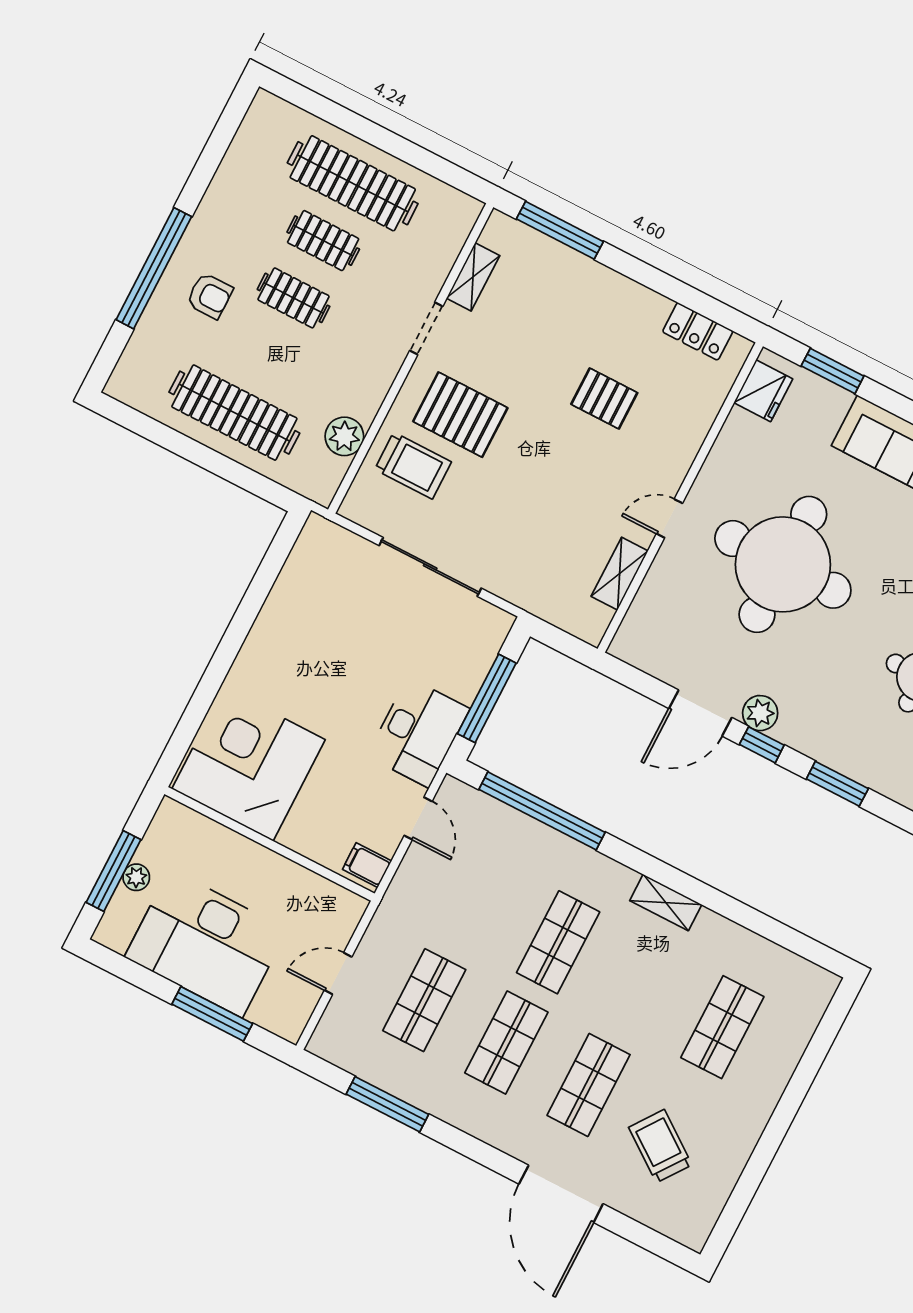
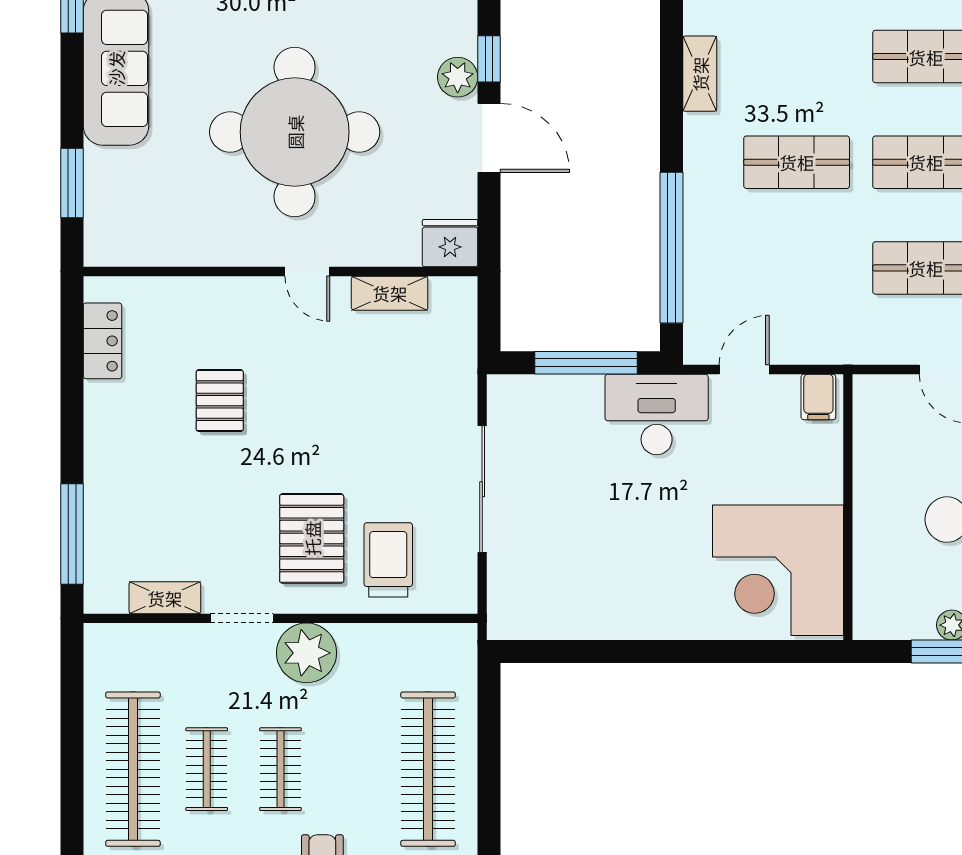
fridge: (763, 391) -> (450, 243), moved
plant: (344, 436) -> (306, 653), moved, width x1.36, depth x1.36

